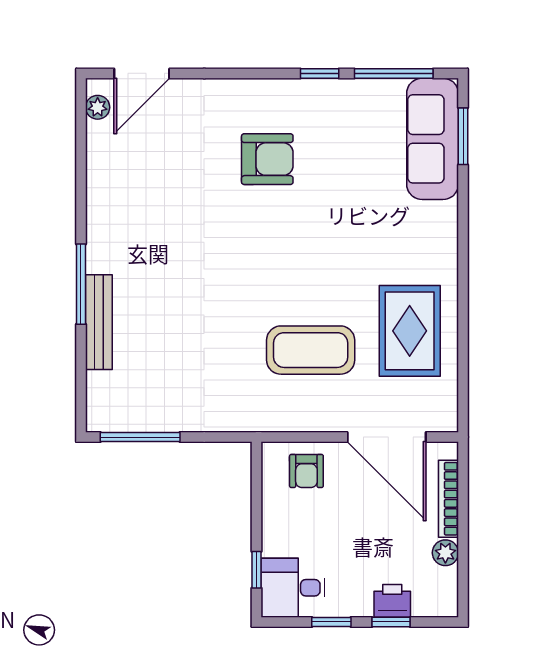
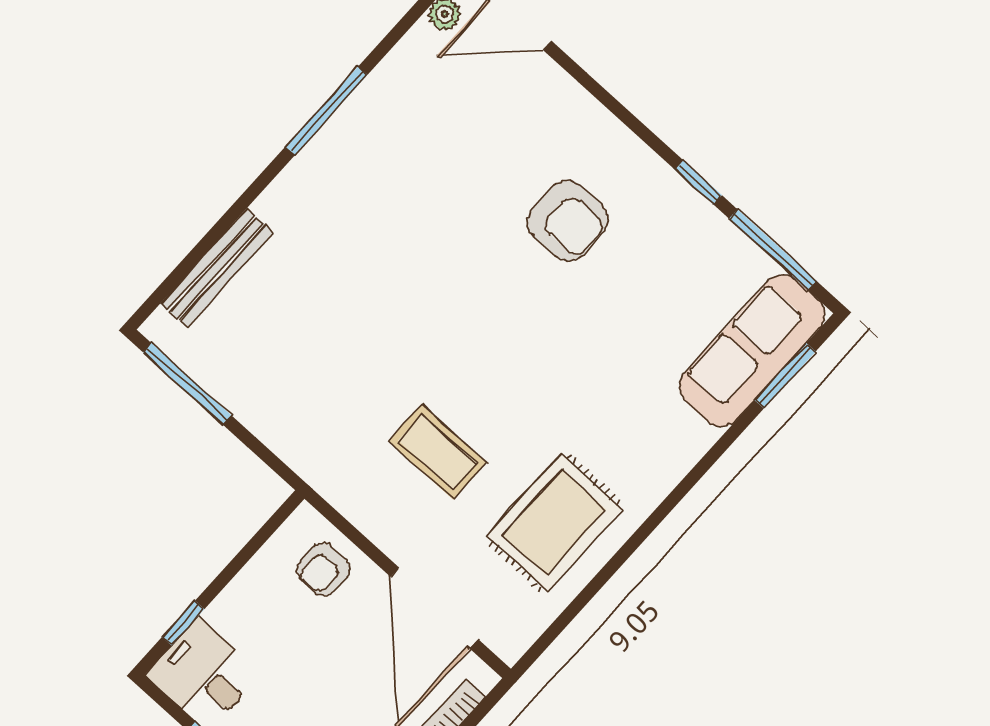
window: (81, 284) -> (326, 111), moved
bench: (99, 322) -> (217, 268), moved
coffee table: (311, 350) -> (437, 452), width x0.73, depth x0.76

